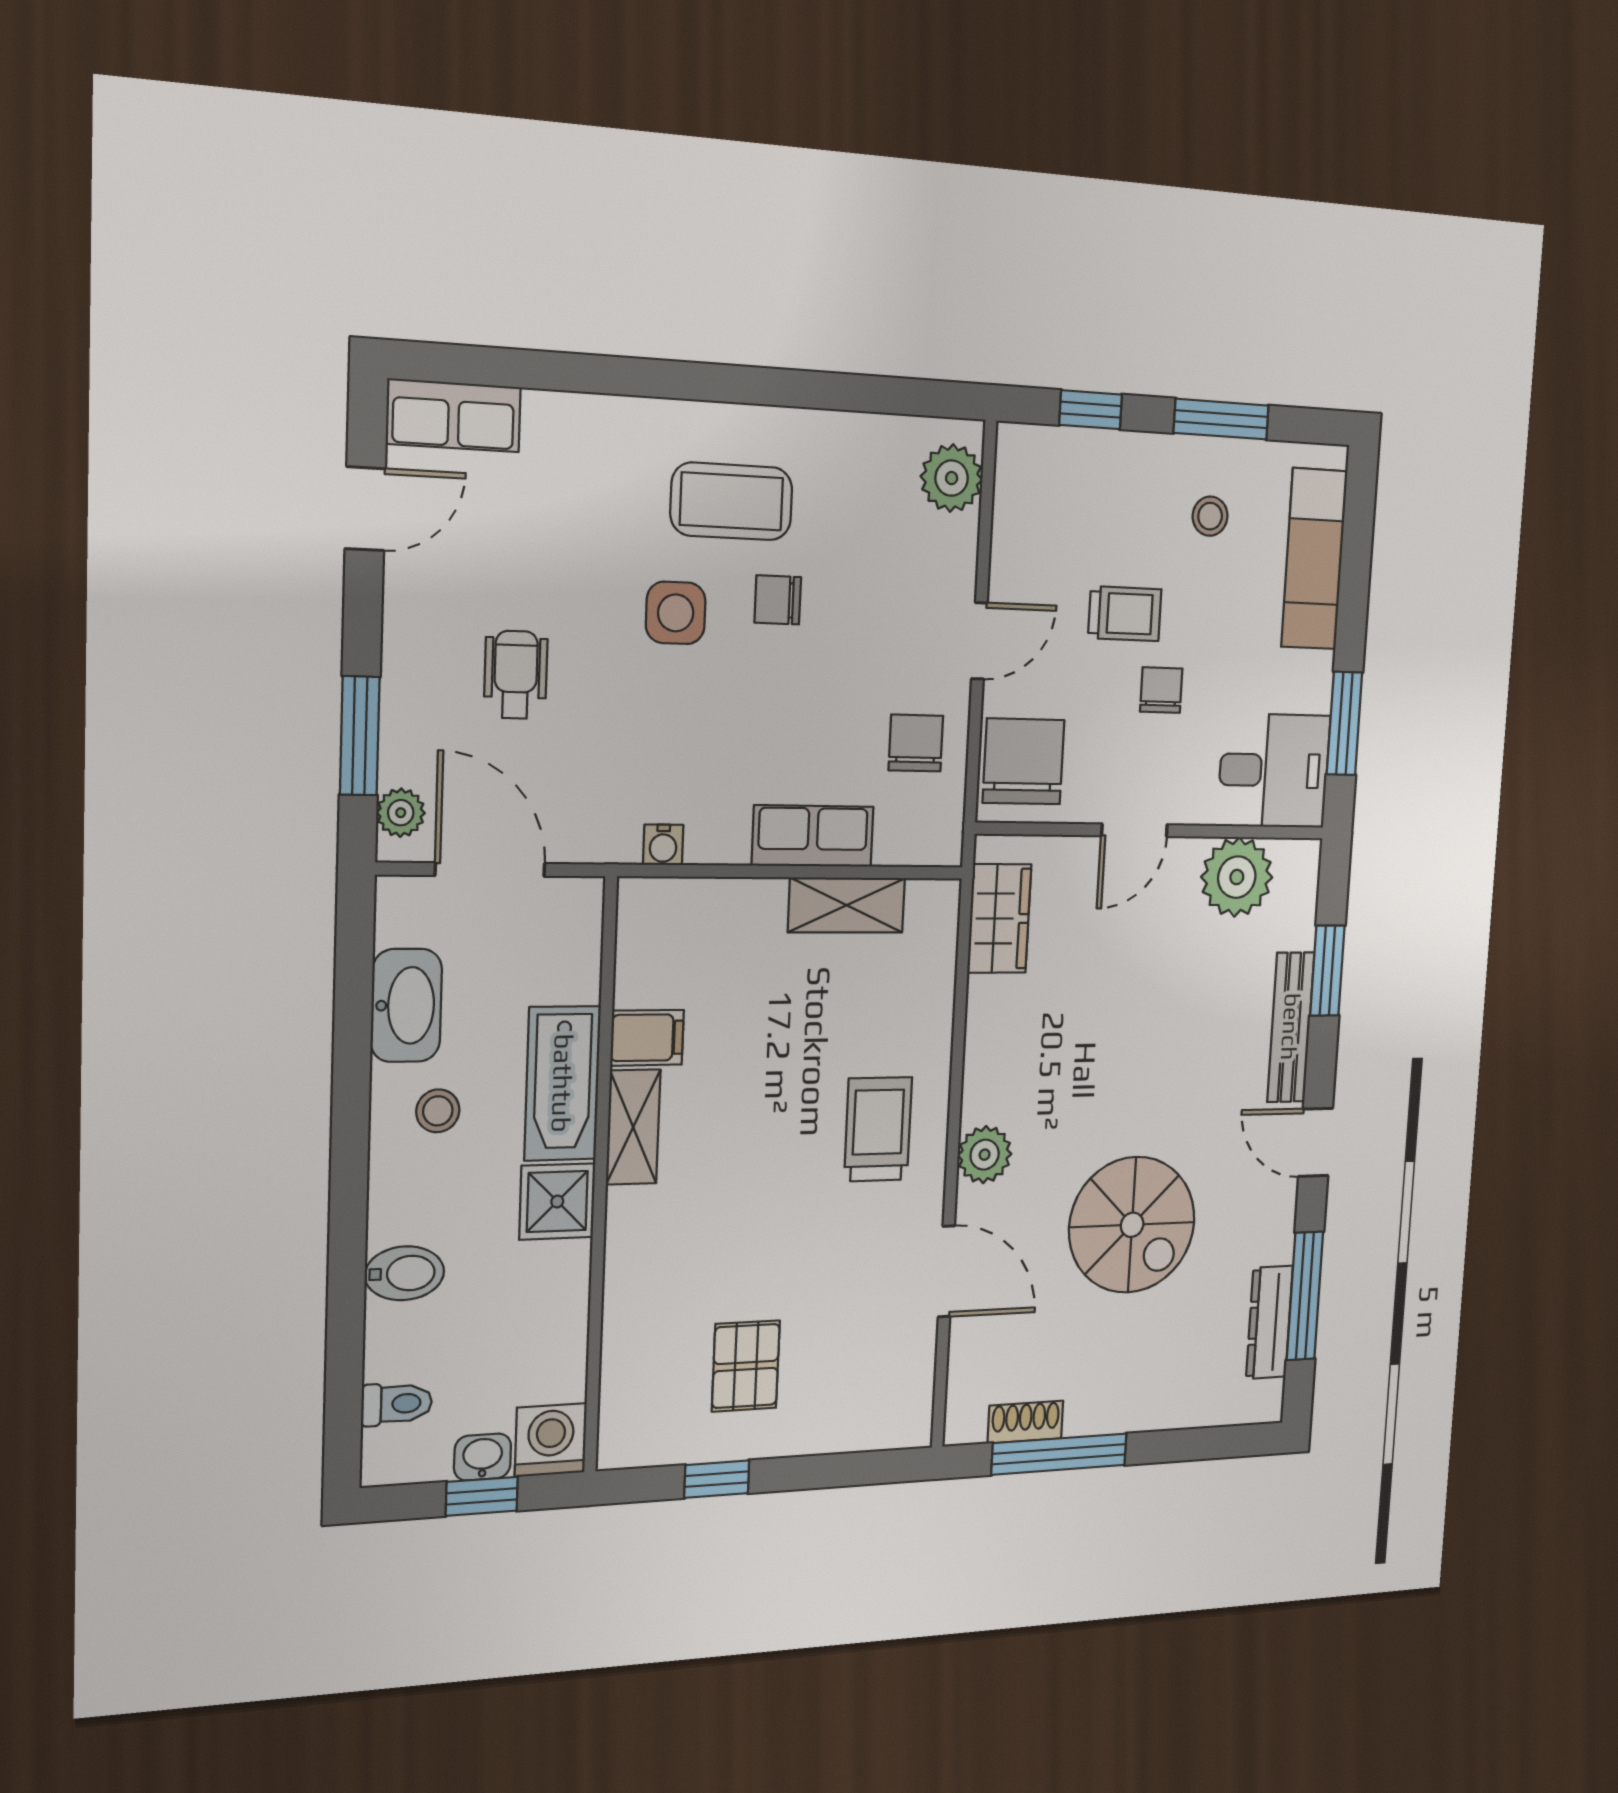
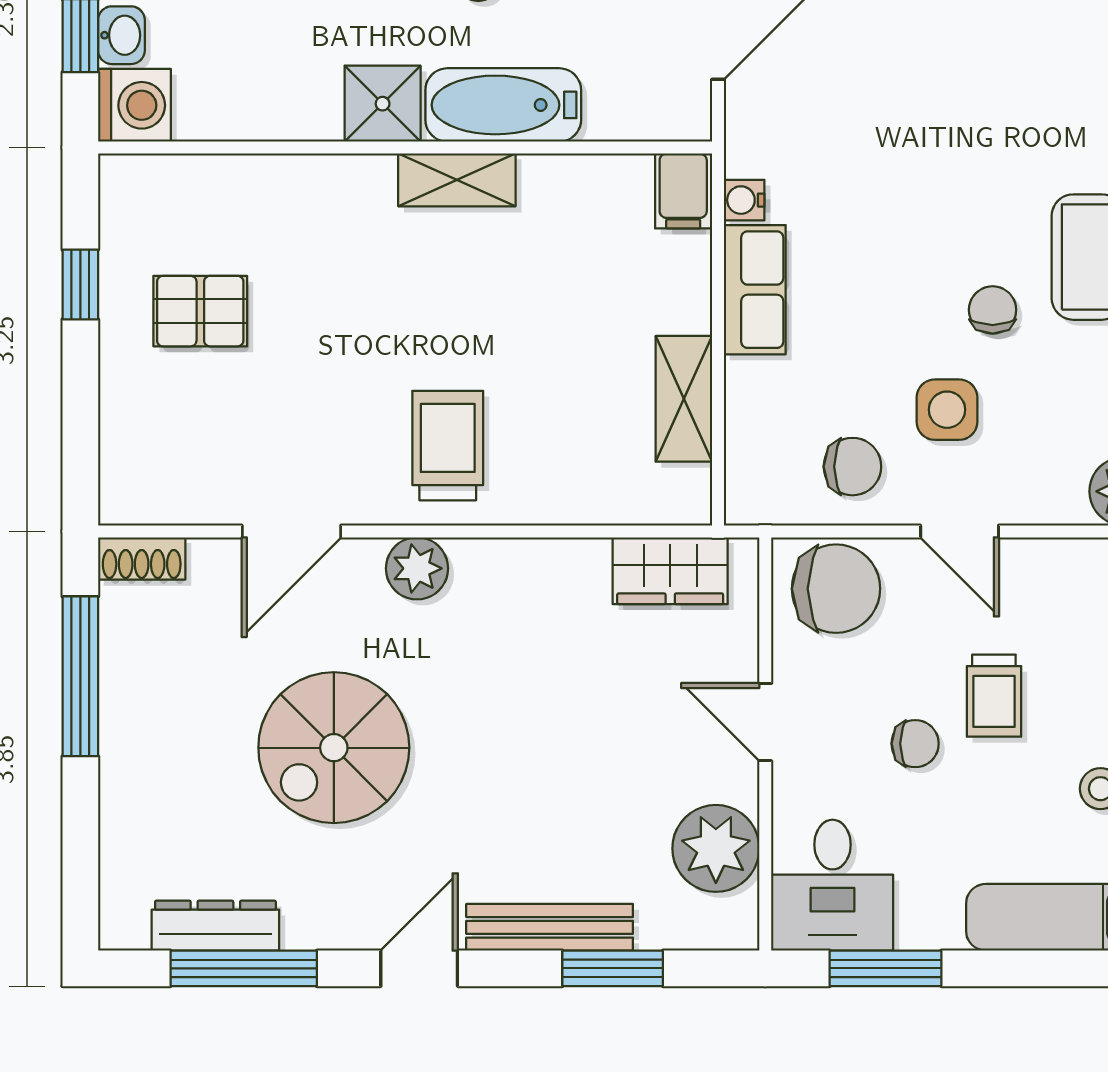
side table: (676, 613) -> (947, 410), moved
wheelchair: (516, 675) -> (909, 44), removed
row of seats: (813, 836) -> (755, 290), moved
filing cabinet: (647, 1038) -> (683, 191), moved
trolley: (878, 1129) -> (448, 446), turned -90
shoe rack: (1025, 1422) -> (142, 559), moved, turned 90

